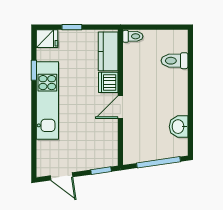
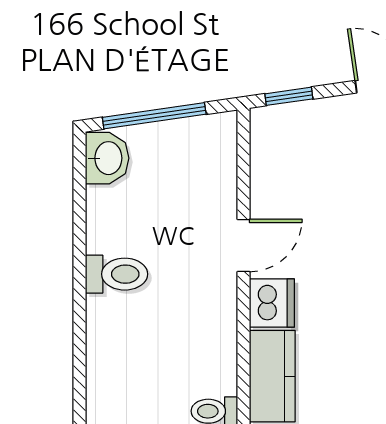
toilet: (175, 61) -> (117, 274), moved
washbasin: (179, 127) -> (107, 158), moved

